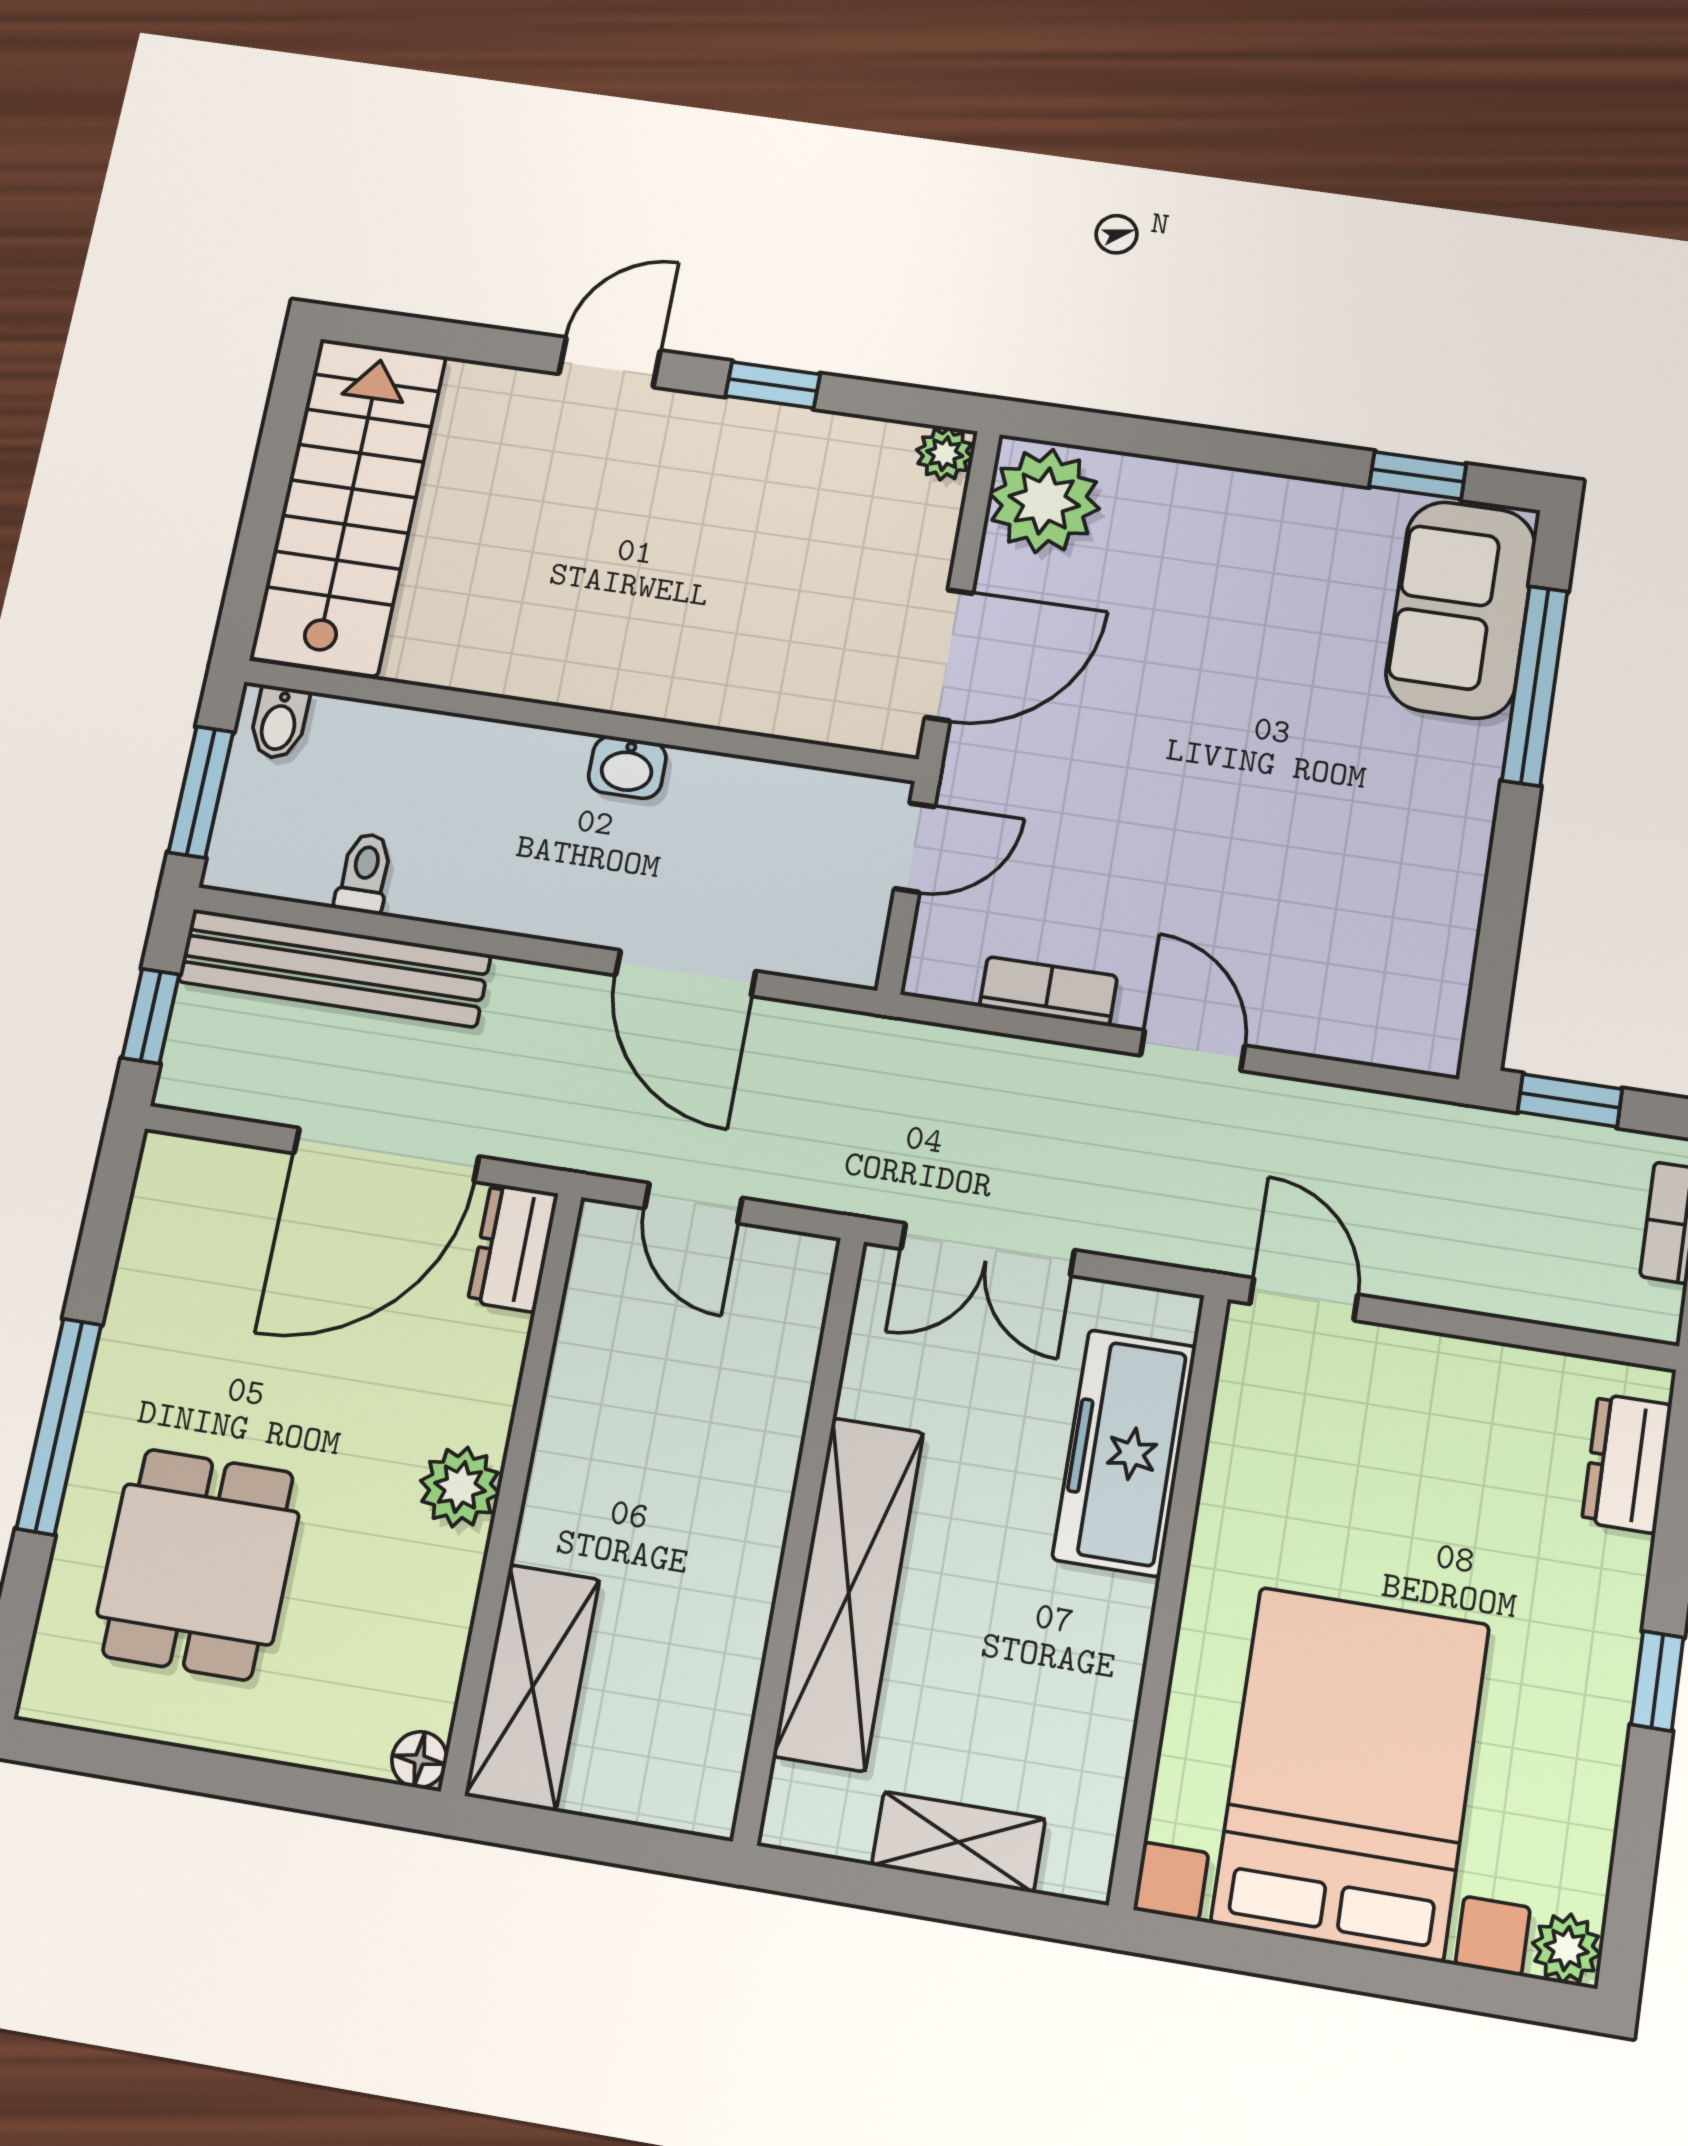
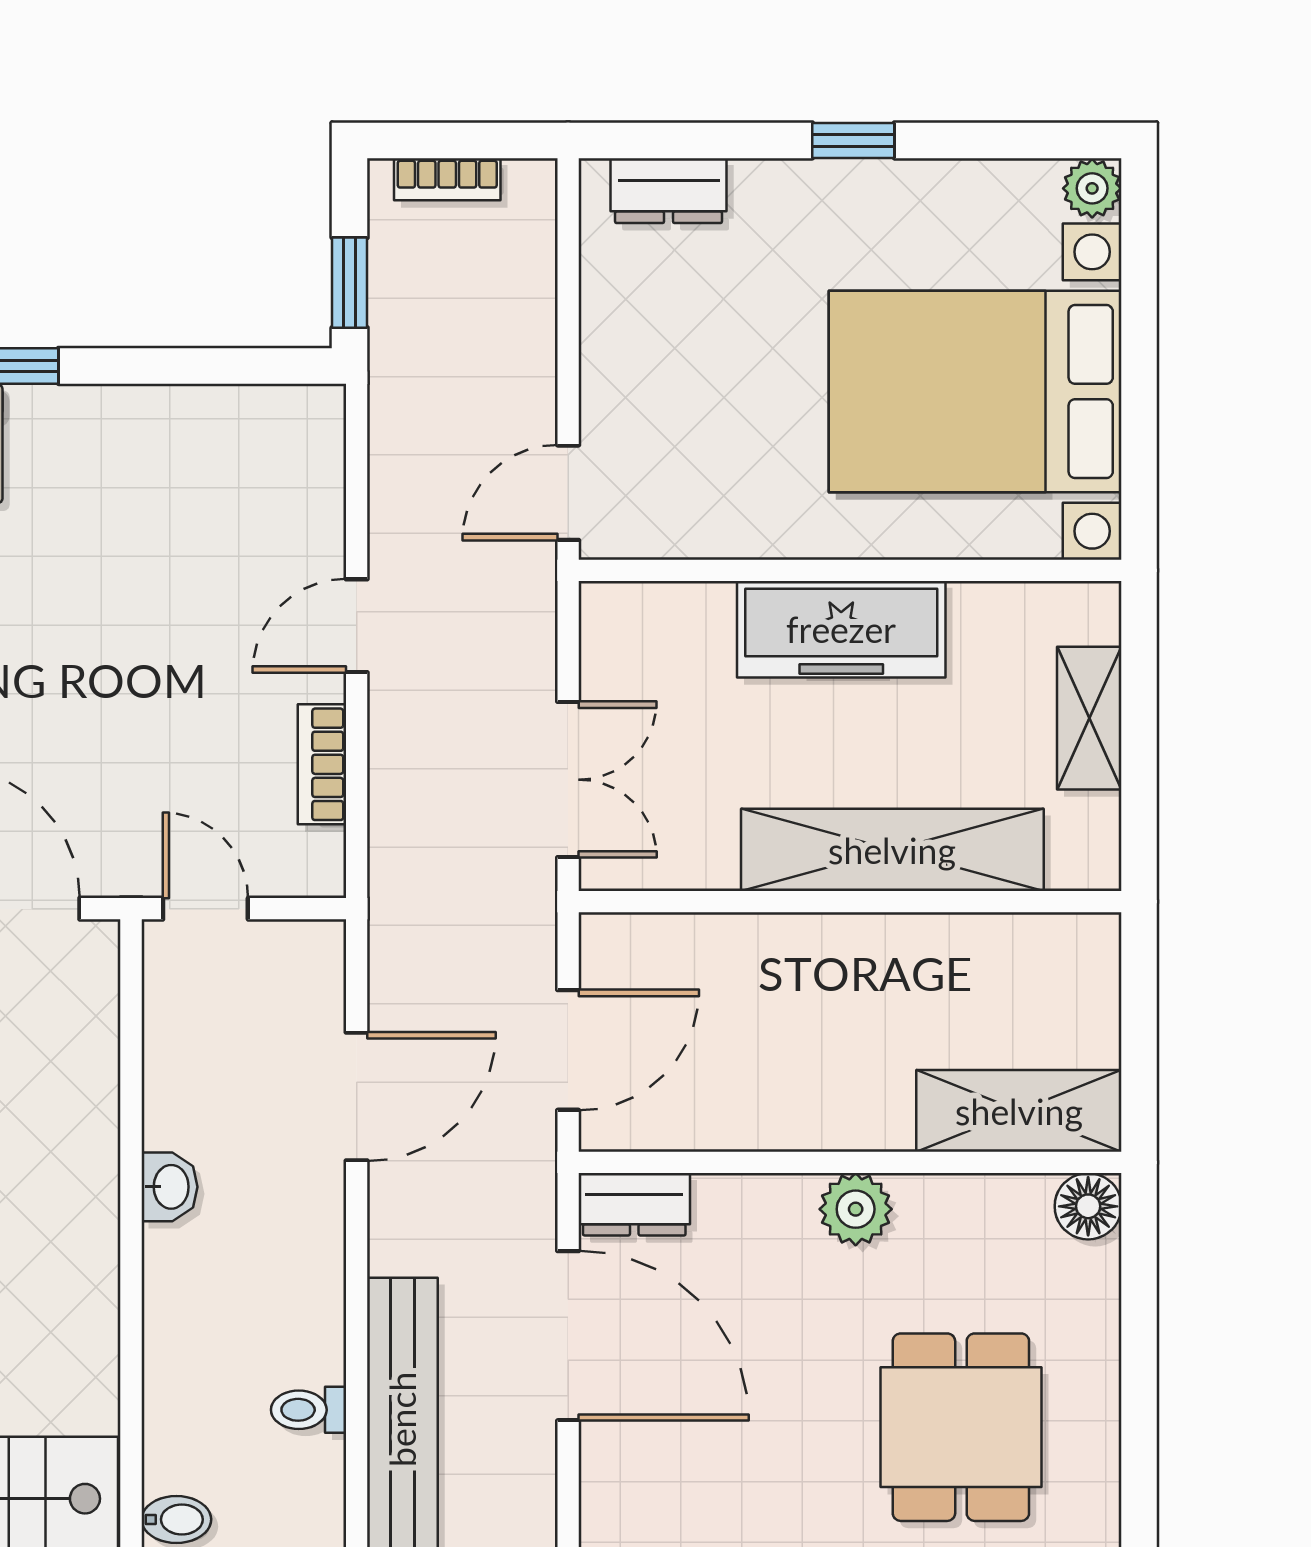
door: (693, 1203) -> (568, 1050), width x1.38
freezer: (1124, 1453) -> (841, 629), moved
dining table: (198, 1564) -> (961, 1427), turned 90
floor lamp: (419, 1760) -> (1088, 1206), width x1.37, depth x1.37

